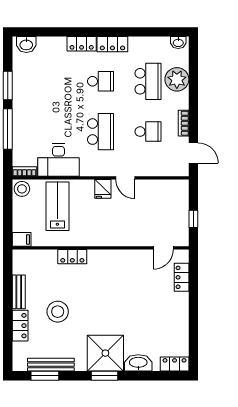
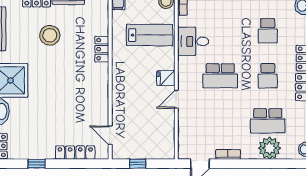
school desk: (148, 132) -> (268, 31), moved
desk: (58, 160) -> (193, 41), width x0.73
locker: (182, 277) -> (75, 153), width x1.53
window: (193, 326) -> (37, 164), added

